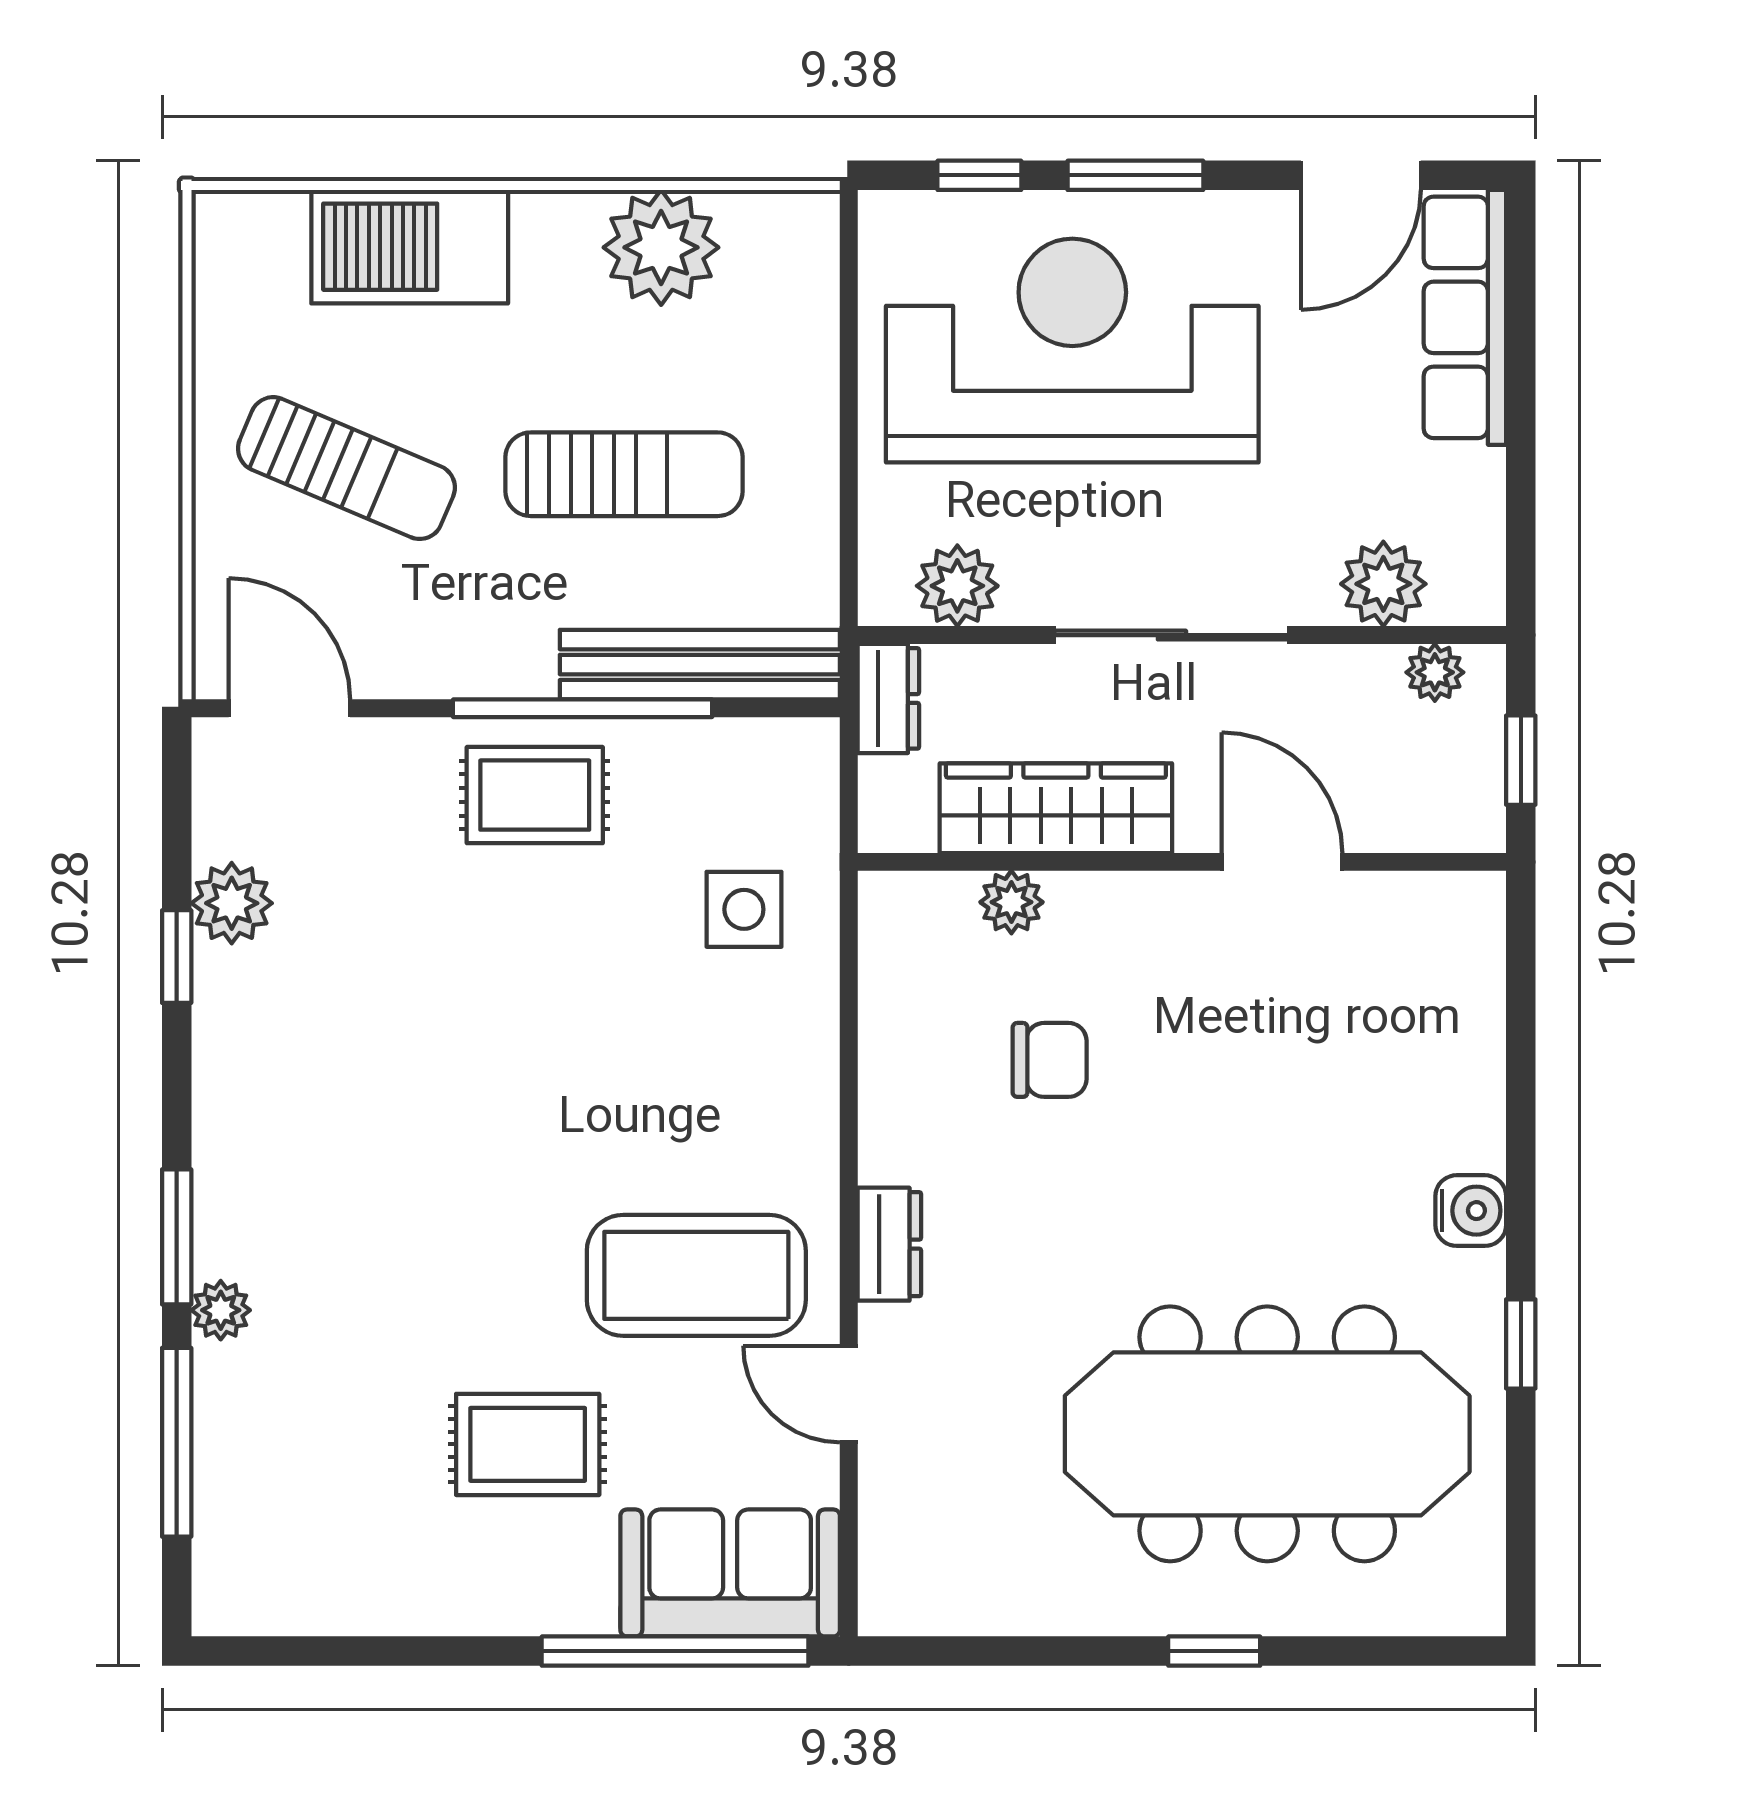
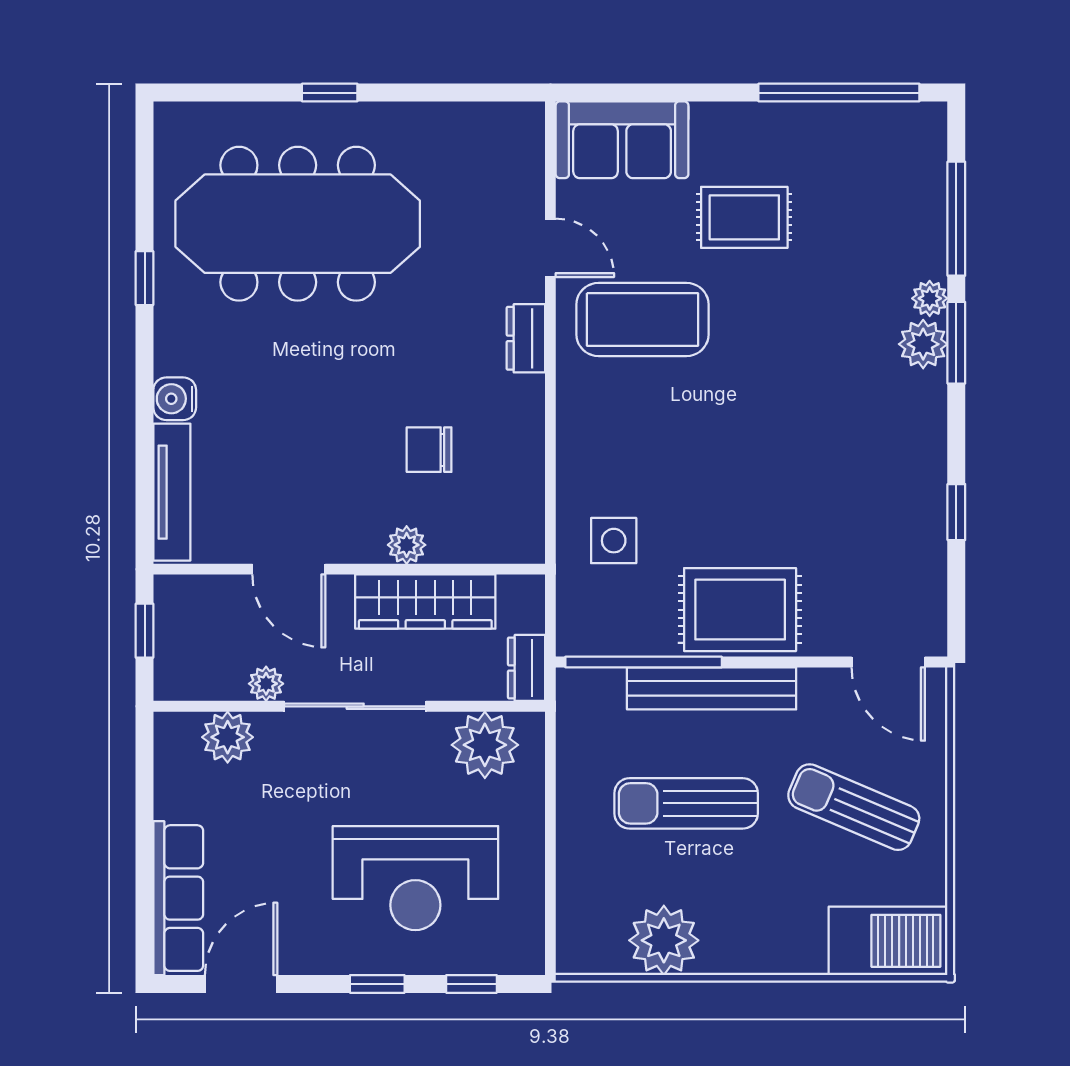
window: (1135, 175) -> (377, 984), width x0.67
barbecue: (410, 247) -> (888, 941), moved
reception desk: (1072, 351) -> (415, 878), width x0.74, depth x0.77
plant: (957, 586) -> (485, 745), width x1.36, depth x1.36
bench: (700, 665) -> (712, 688), moved
plant: (1435, 672) -> (266, 684), moved
window: (583, 708) -> (644, 662), moved
rug: (535, 795) -> (740, 610), width x1.36, depth x1.43
plant: (1011, 902) -> (407, 545), moved
plant: (232, 903) -> (923, 344), moved
tv unit: (1475, 990) -> (172, 492), added
water cooler: (1471, 1211) -> (175, 399), moved
window: (675, 1651) -> (839, 93), moved

